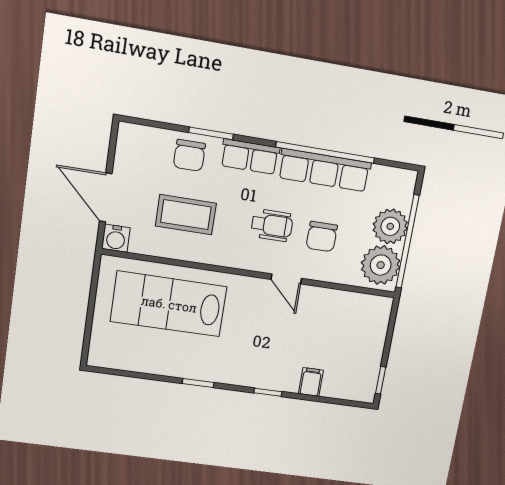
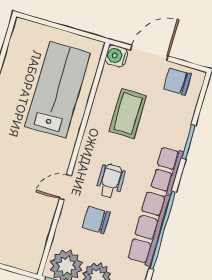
chair: (189, 155) -> (177, 82), moved
wheelchair: (272, 225) -> (110, 181), turned 180

